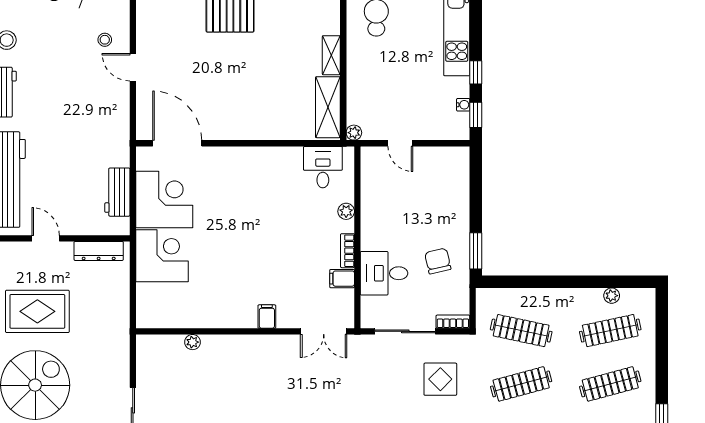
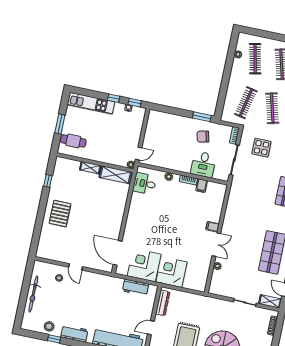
door: (133, 67) -> (76, 267), hinge flipped
door: (177, 143) -> (118, 253), hinge flipped
door: (400, 143) -> (139, 154), moved
double door: (324, 331) -> (216, 245), moved

